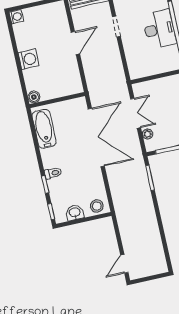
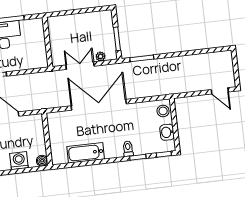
boiler: (34, 97) -> (42, 161), moved
wall: (57, 100) -> (47, 139), moved

